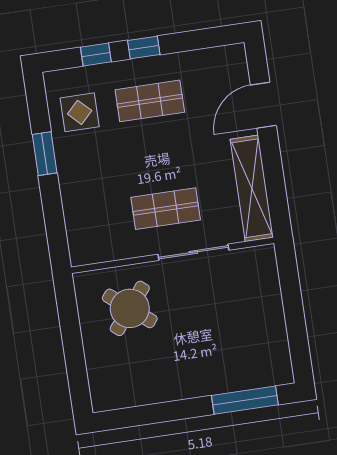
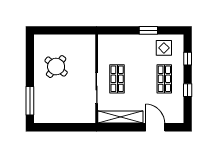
window: (144, 47) -> (188, 90), moved
round table: (130, 308) -> (56, 67), moved

